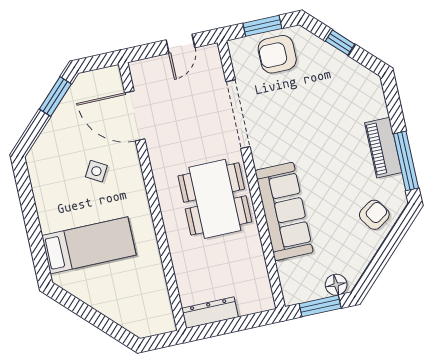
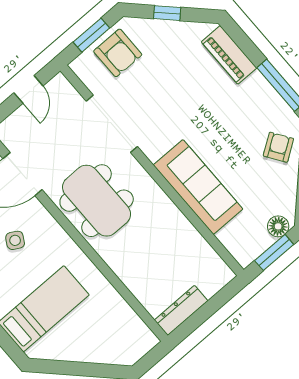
armchair: (277, 54) -> (118, 53), turned -90
piano: (383, 148) -> (229, 55), moved
dining table: (215, 199) -> (97, 201), moved

